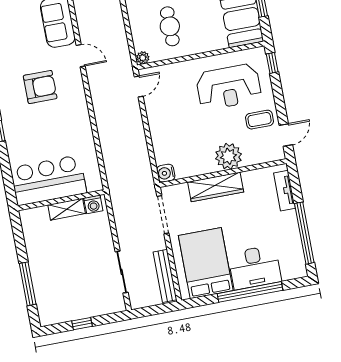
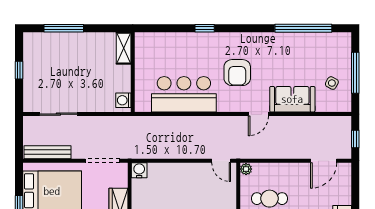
bar counter: (48, 180) -> (184, 94), moved, turned -90
shelving: (67, 209) -> (124, 48), moved

